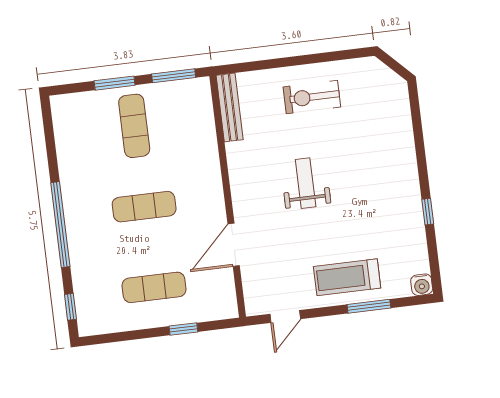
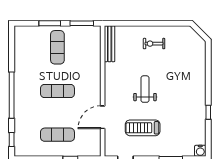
exercise bike: (312, 97) -> (154, 44), width x0.73, depth x0.72
treadmill: (347, 277) -> (143, 128), moved

